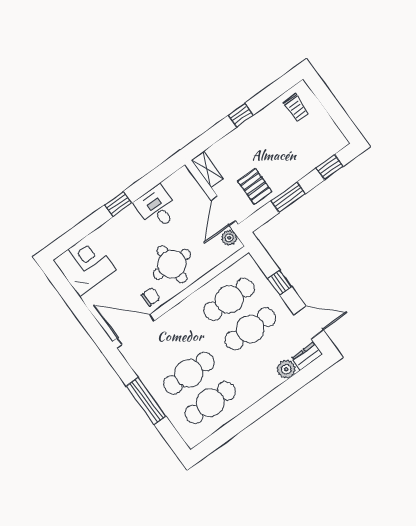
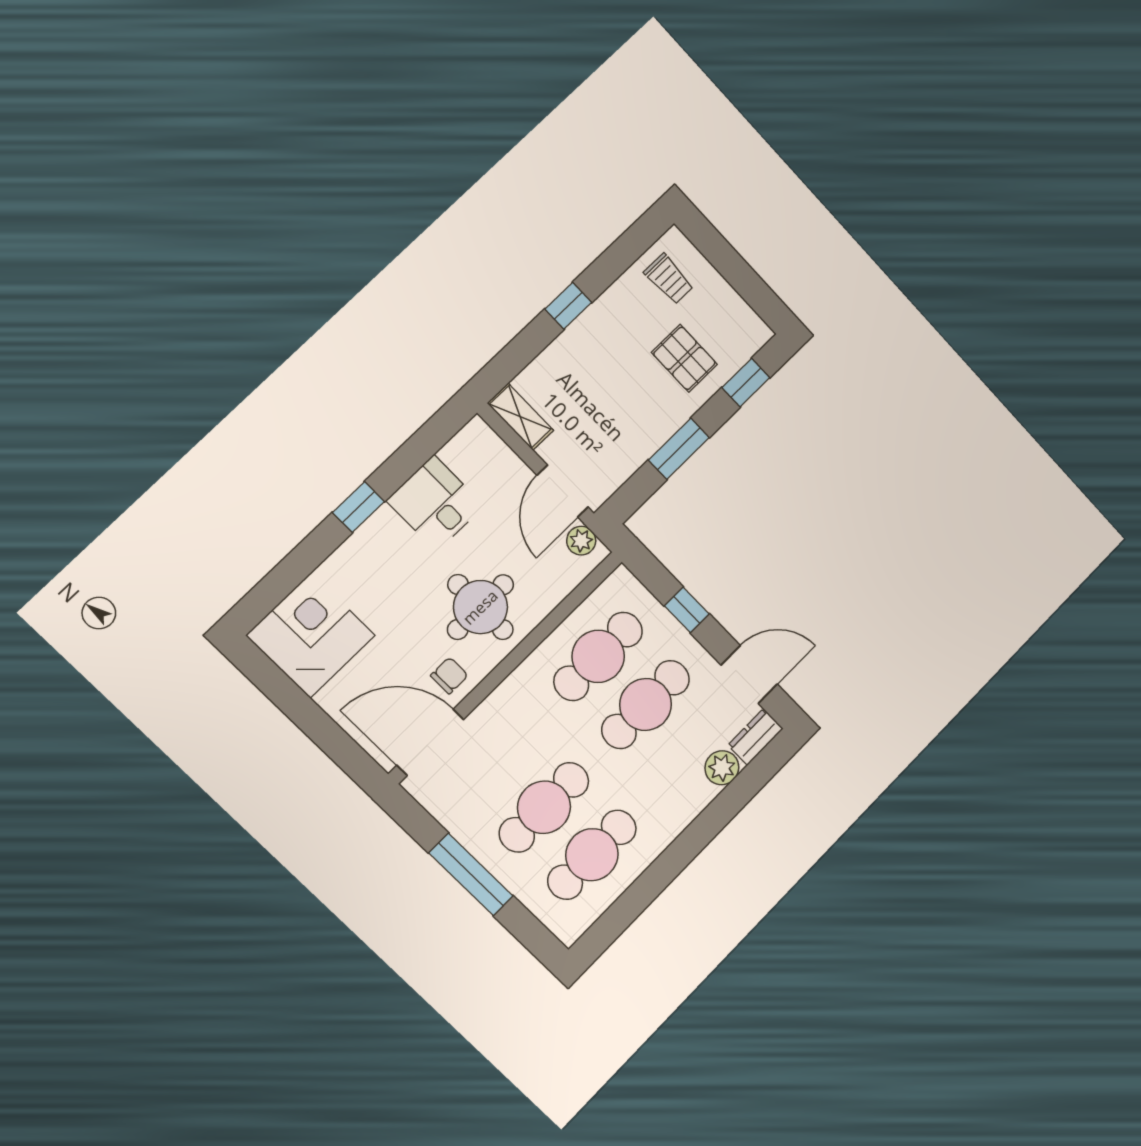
pallet: (255, 186) -> (684, 358), moved

